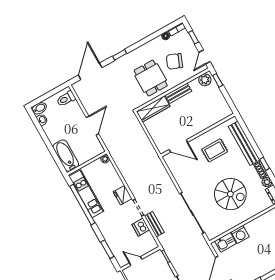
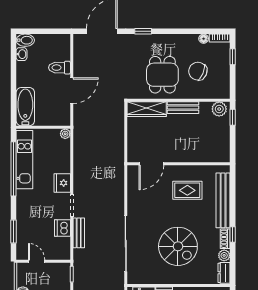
door: (205, 57) -> (233, 84), removed
toilet: (66, 99) -> (60, 68), moved
door: (178, 146) -> (151, 164), hinge flipped

